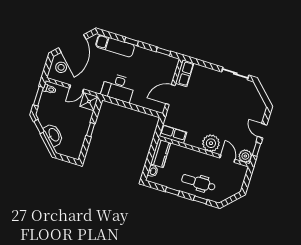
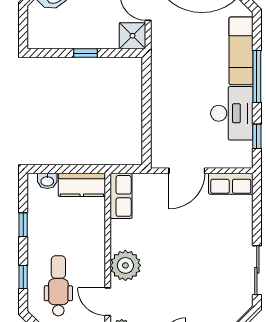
window: (131, 42) -> (257, 77), width x2.17
desk: (118, 88) -> (232, 113), moved, turned 180
door: (170, 95) -> (187, 171), swing flipped
door: (227, 159) -> (108, 302), swing flipped
dental chair: (198, 183) -> (58, 286), moved

